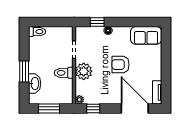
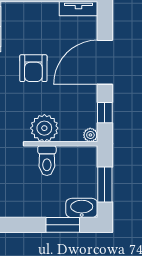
window: (24, 72) -> (63, 225), moved
washbasin: (35, 83) -> (82, 208), moved
door: (135, 108) -> (105, 62), moved

